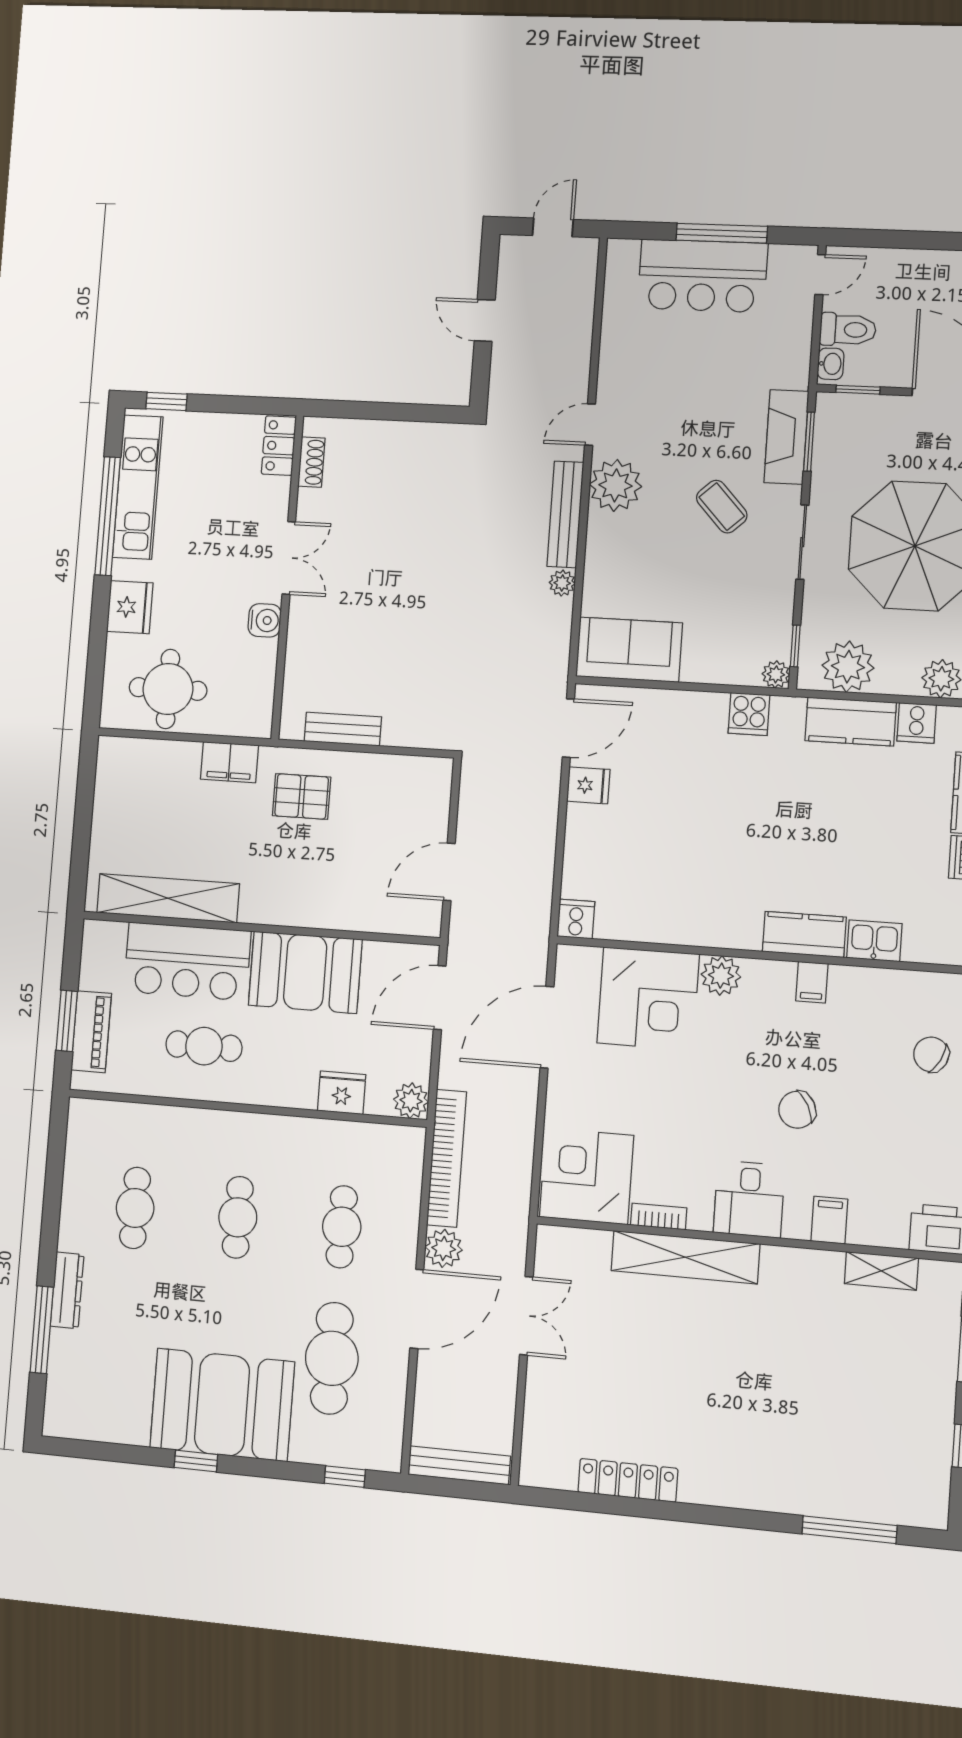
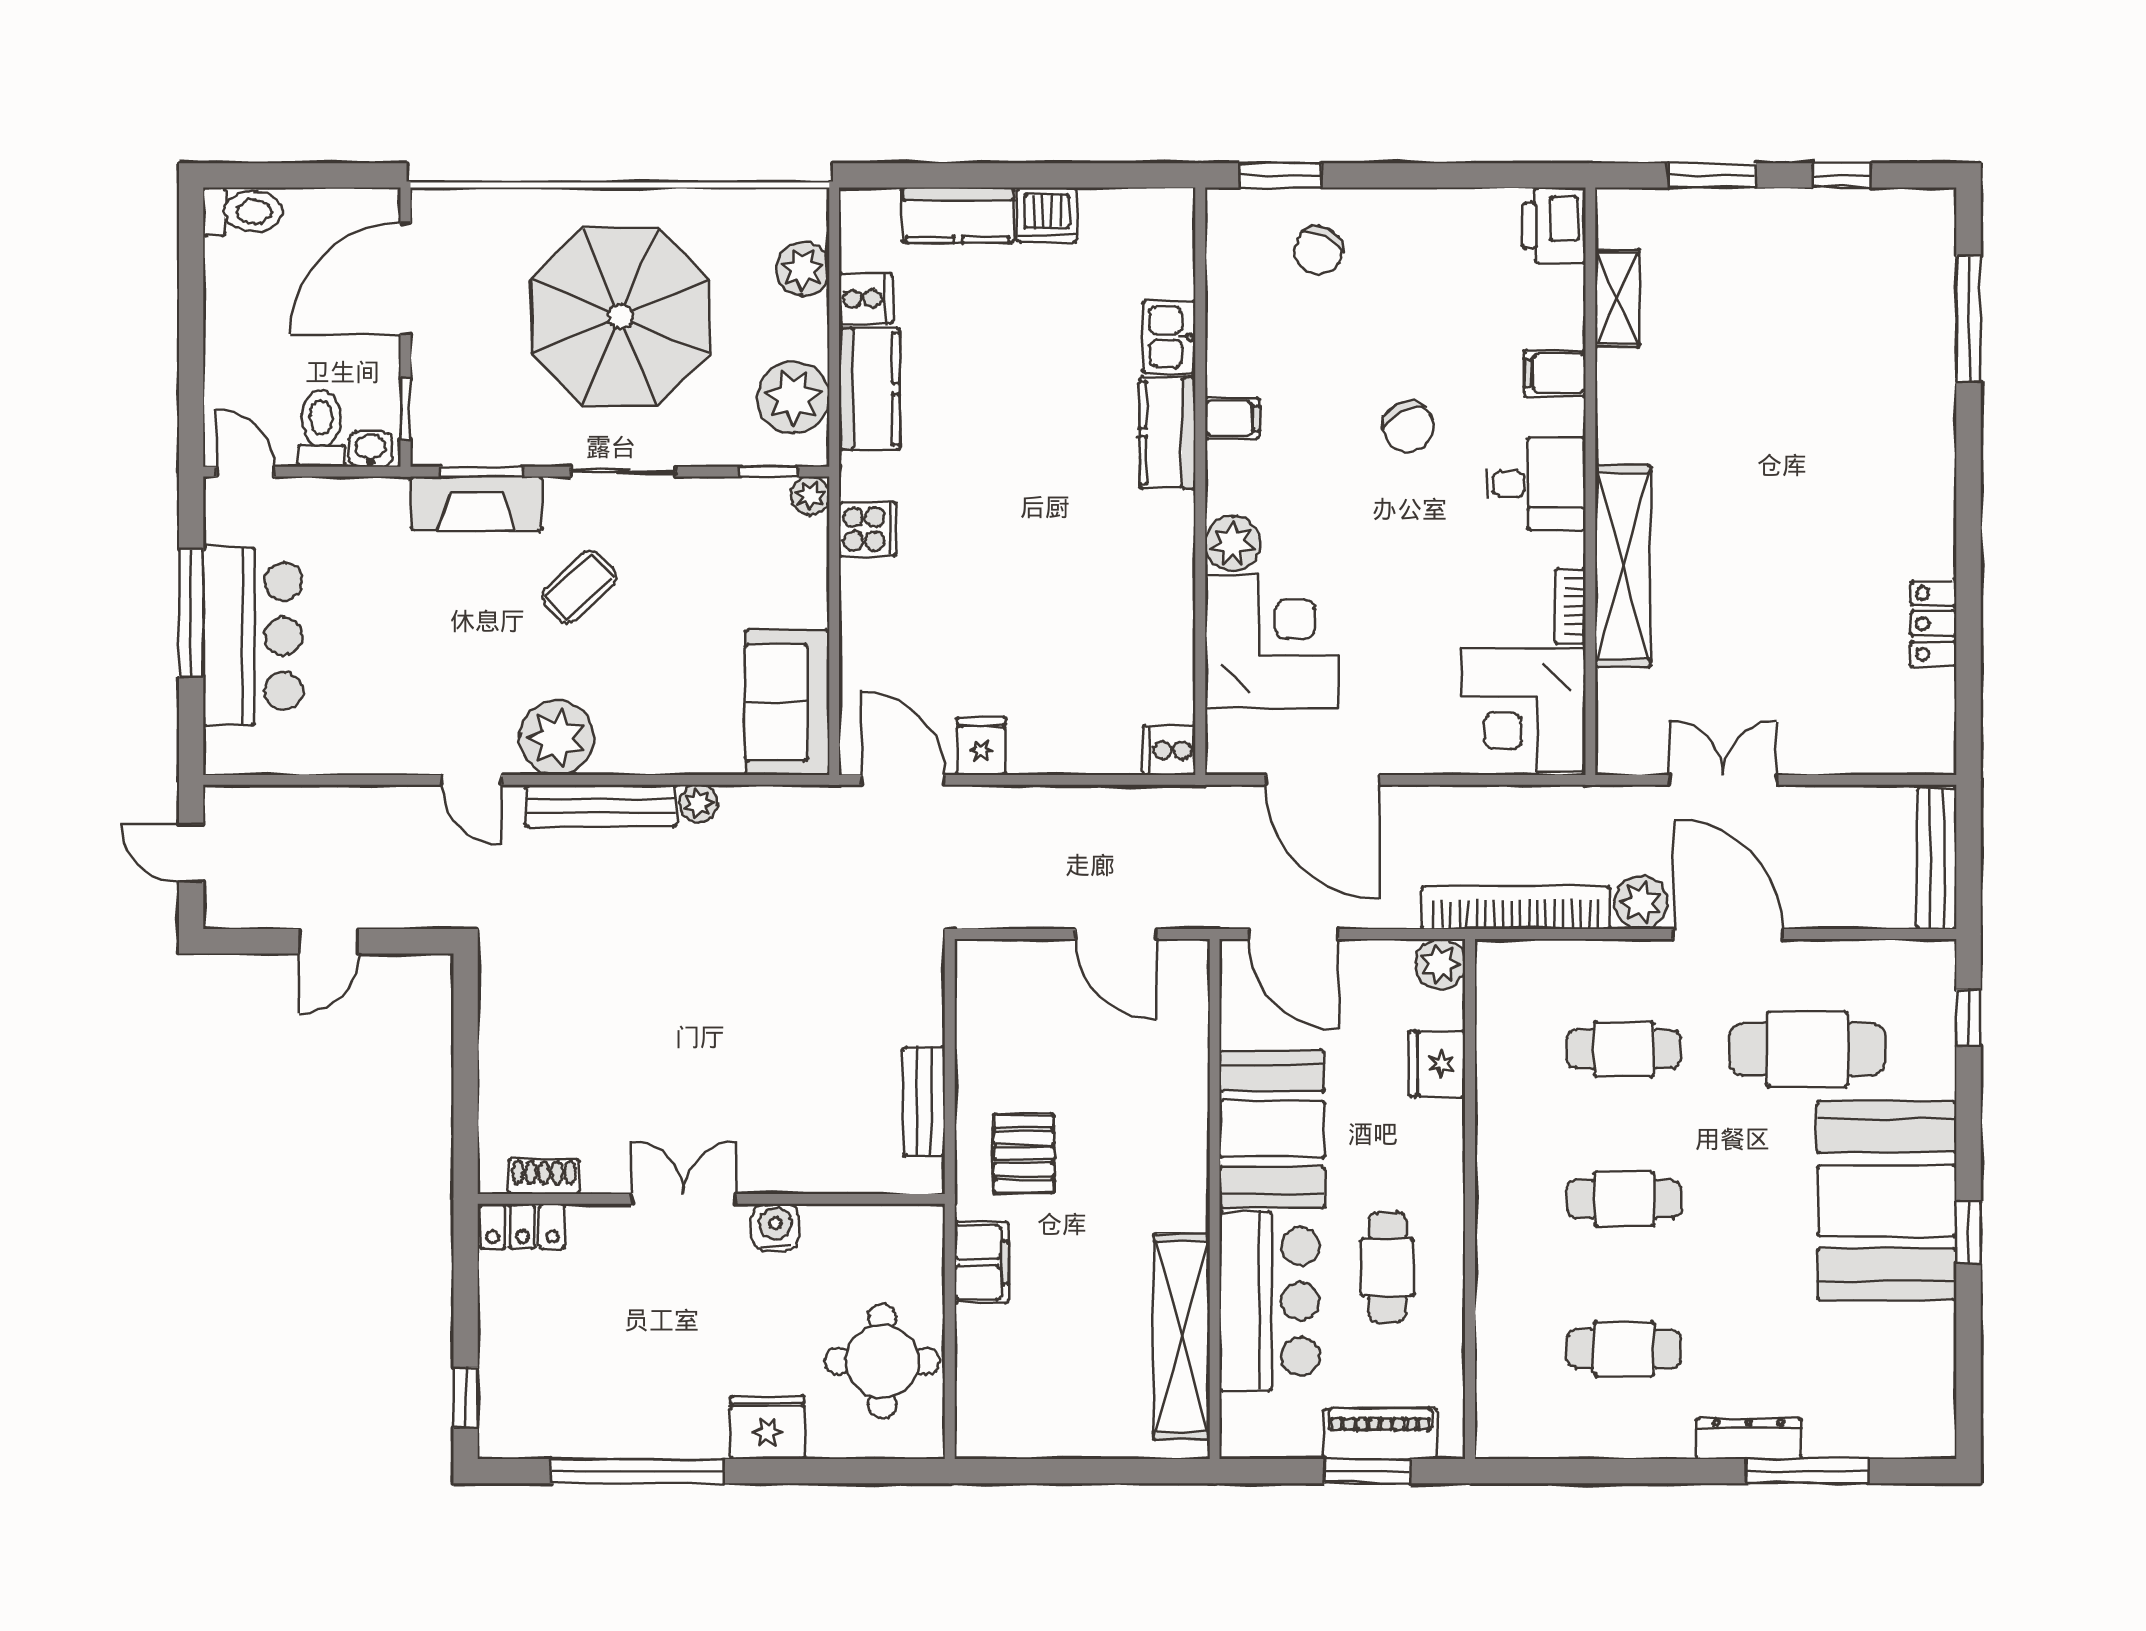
kitchen unit: (138, 487) -> (593, 1430), removed
locker: (628, 1480) -> (1933, 624), width x0.66

